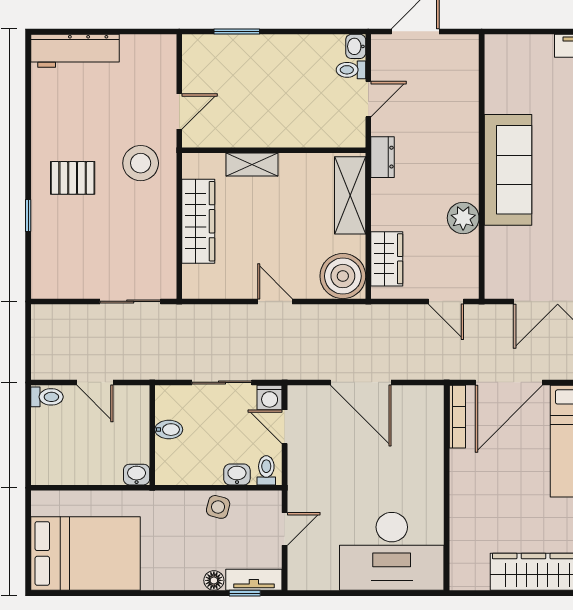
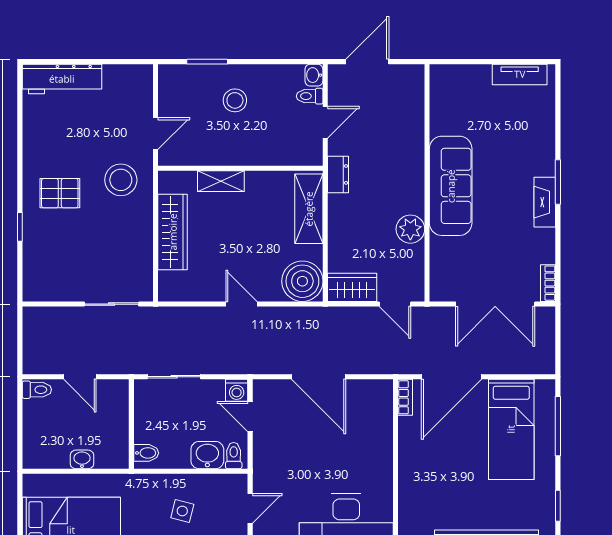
stool: (268, 75) -> (235, 100), added
wardrobe: (387, 259) -> (352, 287), moved, turned -90
sliding door: (222, 382) -> (174, 377), moved
bookcase: (457, 417) -> (405, 397), width x0.64
bidet: (169, 430) -> (146, 453), moved
washbasin: (237, 474) -> (207, 455), width x1.38, depth x1.45
washbasin: (137, 475) -> (82, 459), moved
side table: (218, 507) -> (182, 511), moved

